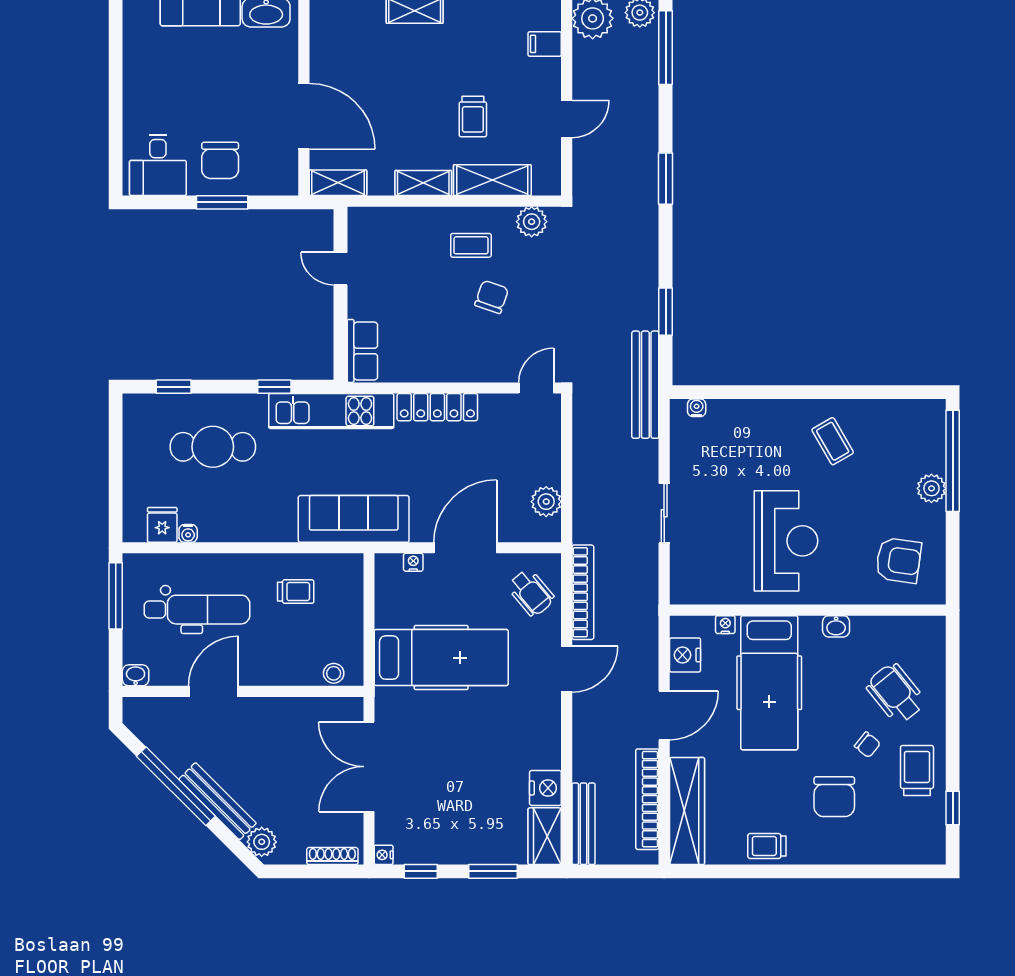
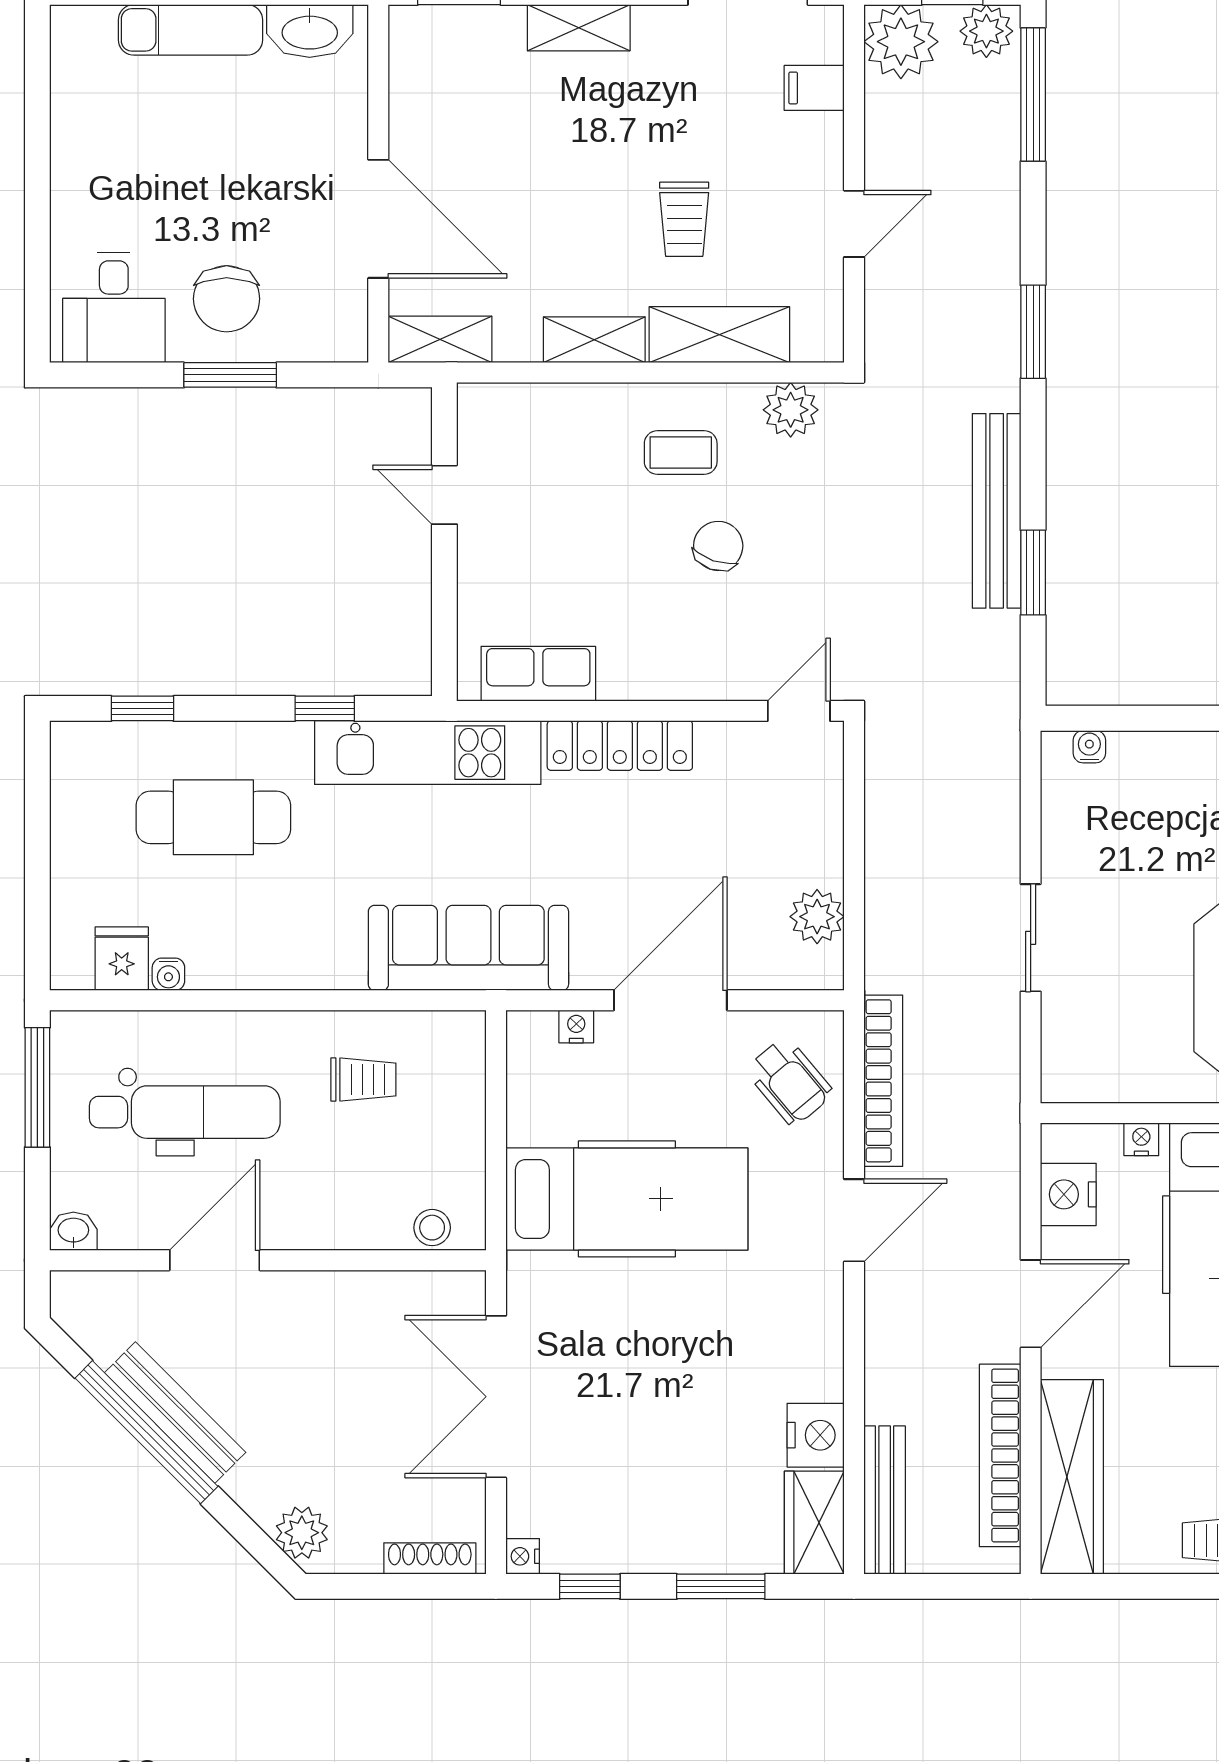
row of seats: (362, 351) -> (538, 674), moved, turned -90
bench: (645, 385) -> (997, 511), moved
bench: (218, 801) -> (175, 1412), moved

